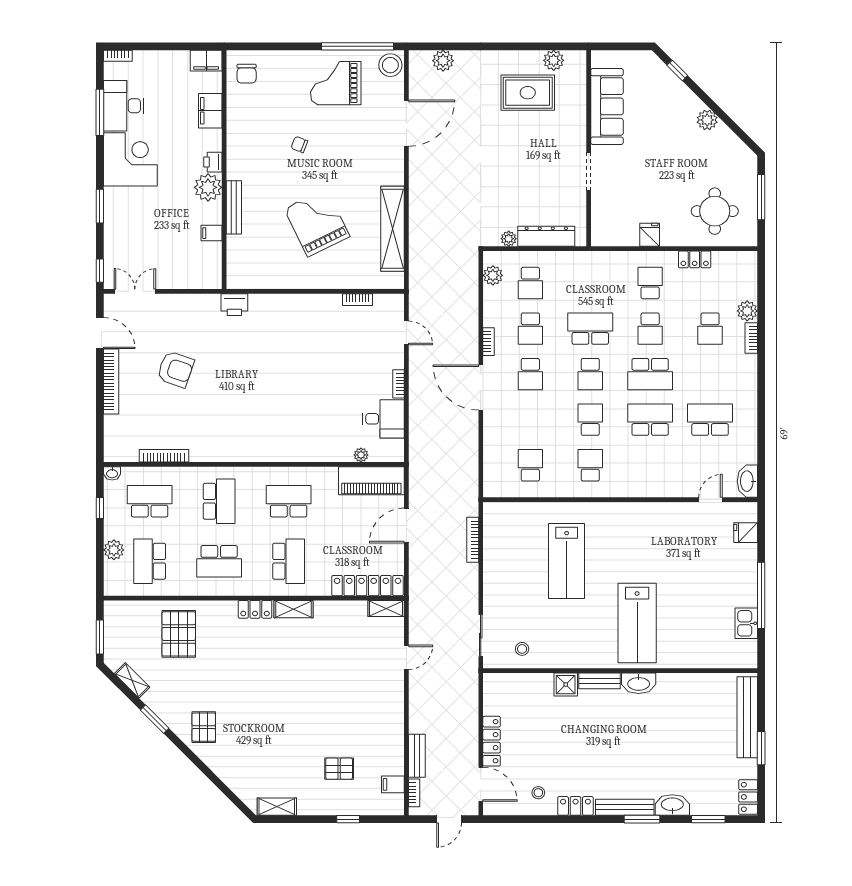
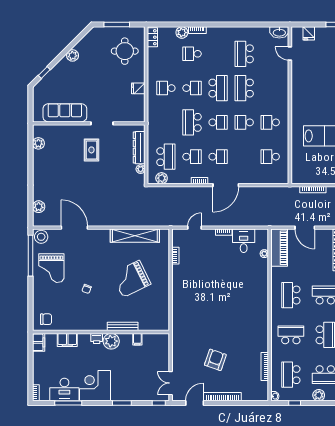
rug: (528, 93) -> (91, 150), moved, width x0.73, depth x0.70
locker: (695, 259) -> (152, 37), moved
school desk: (530, 283) -> (166, 157), width x1.85
printer: (234, 305) -> (178, 326), removed
school desk: (710, 329) -> (192, 54), turned 180

